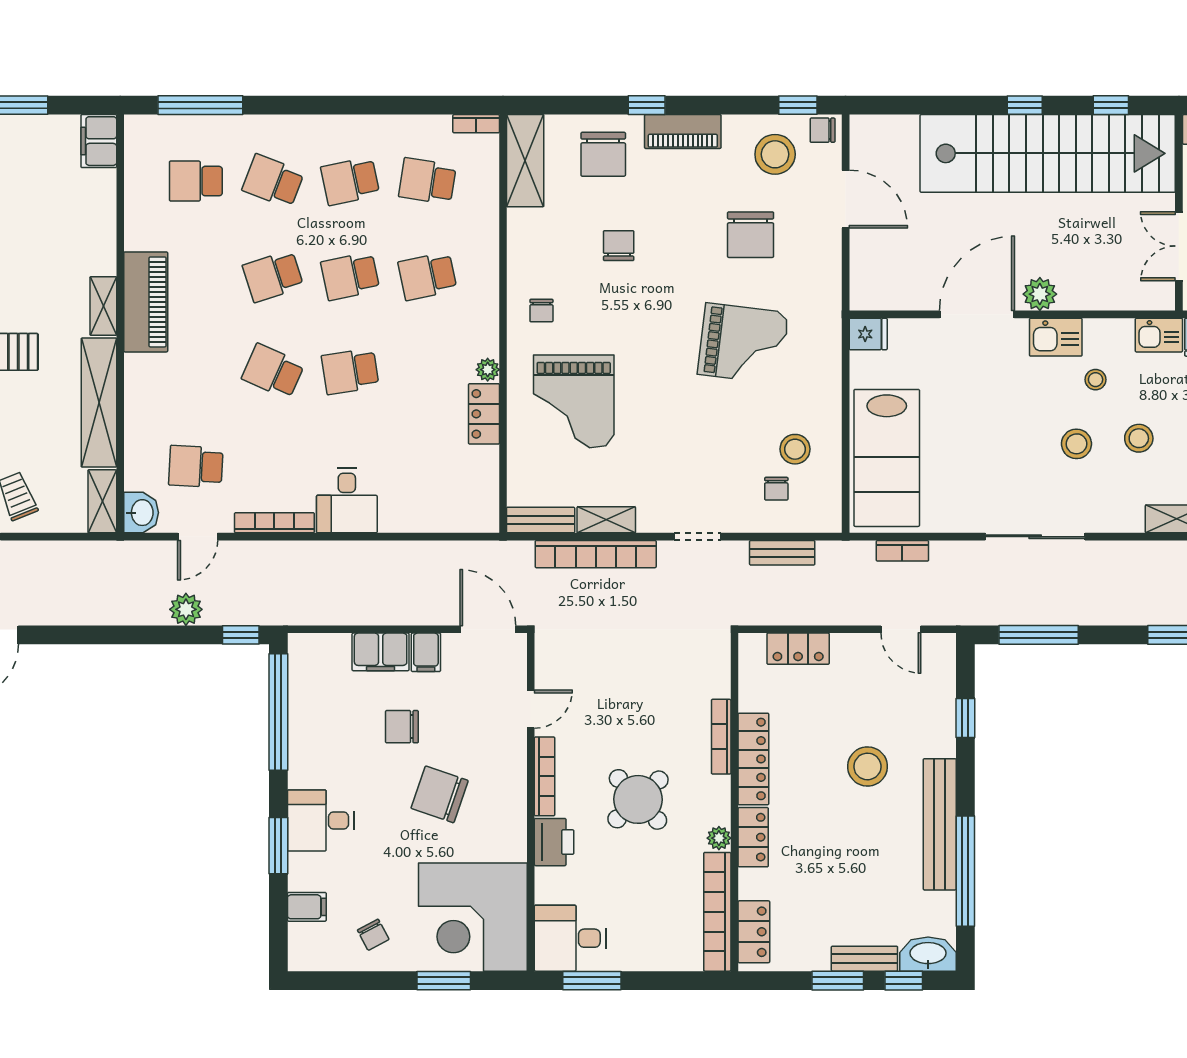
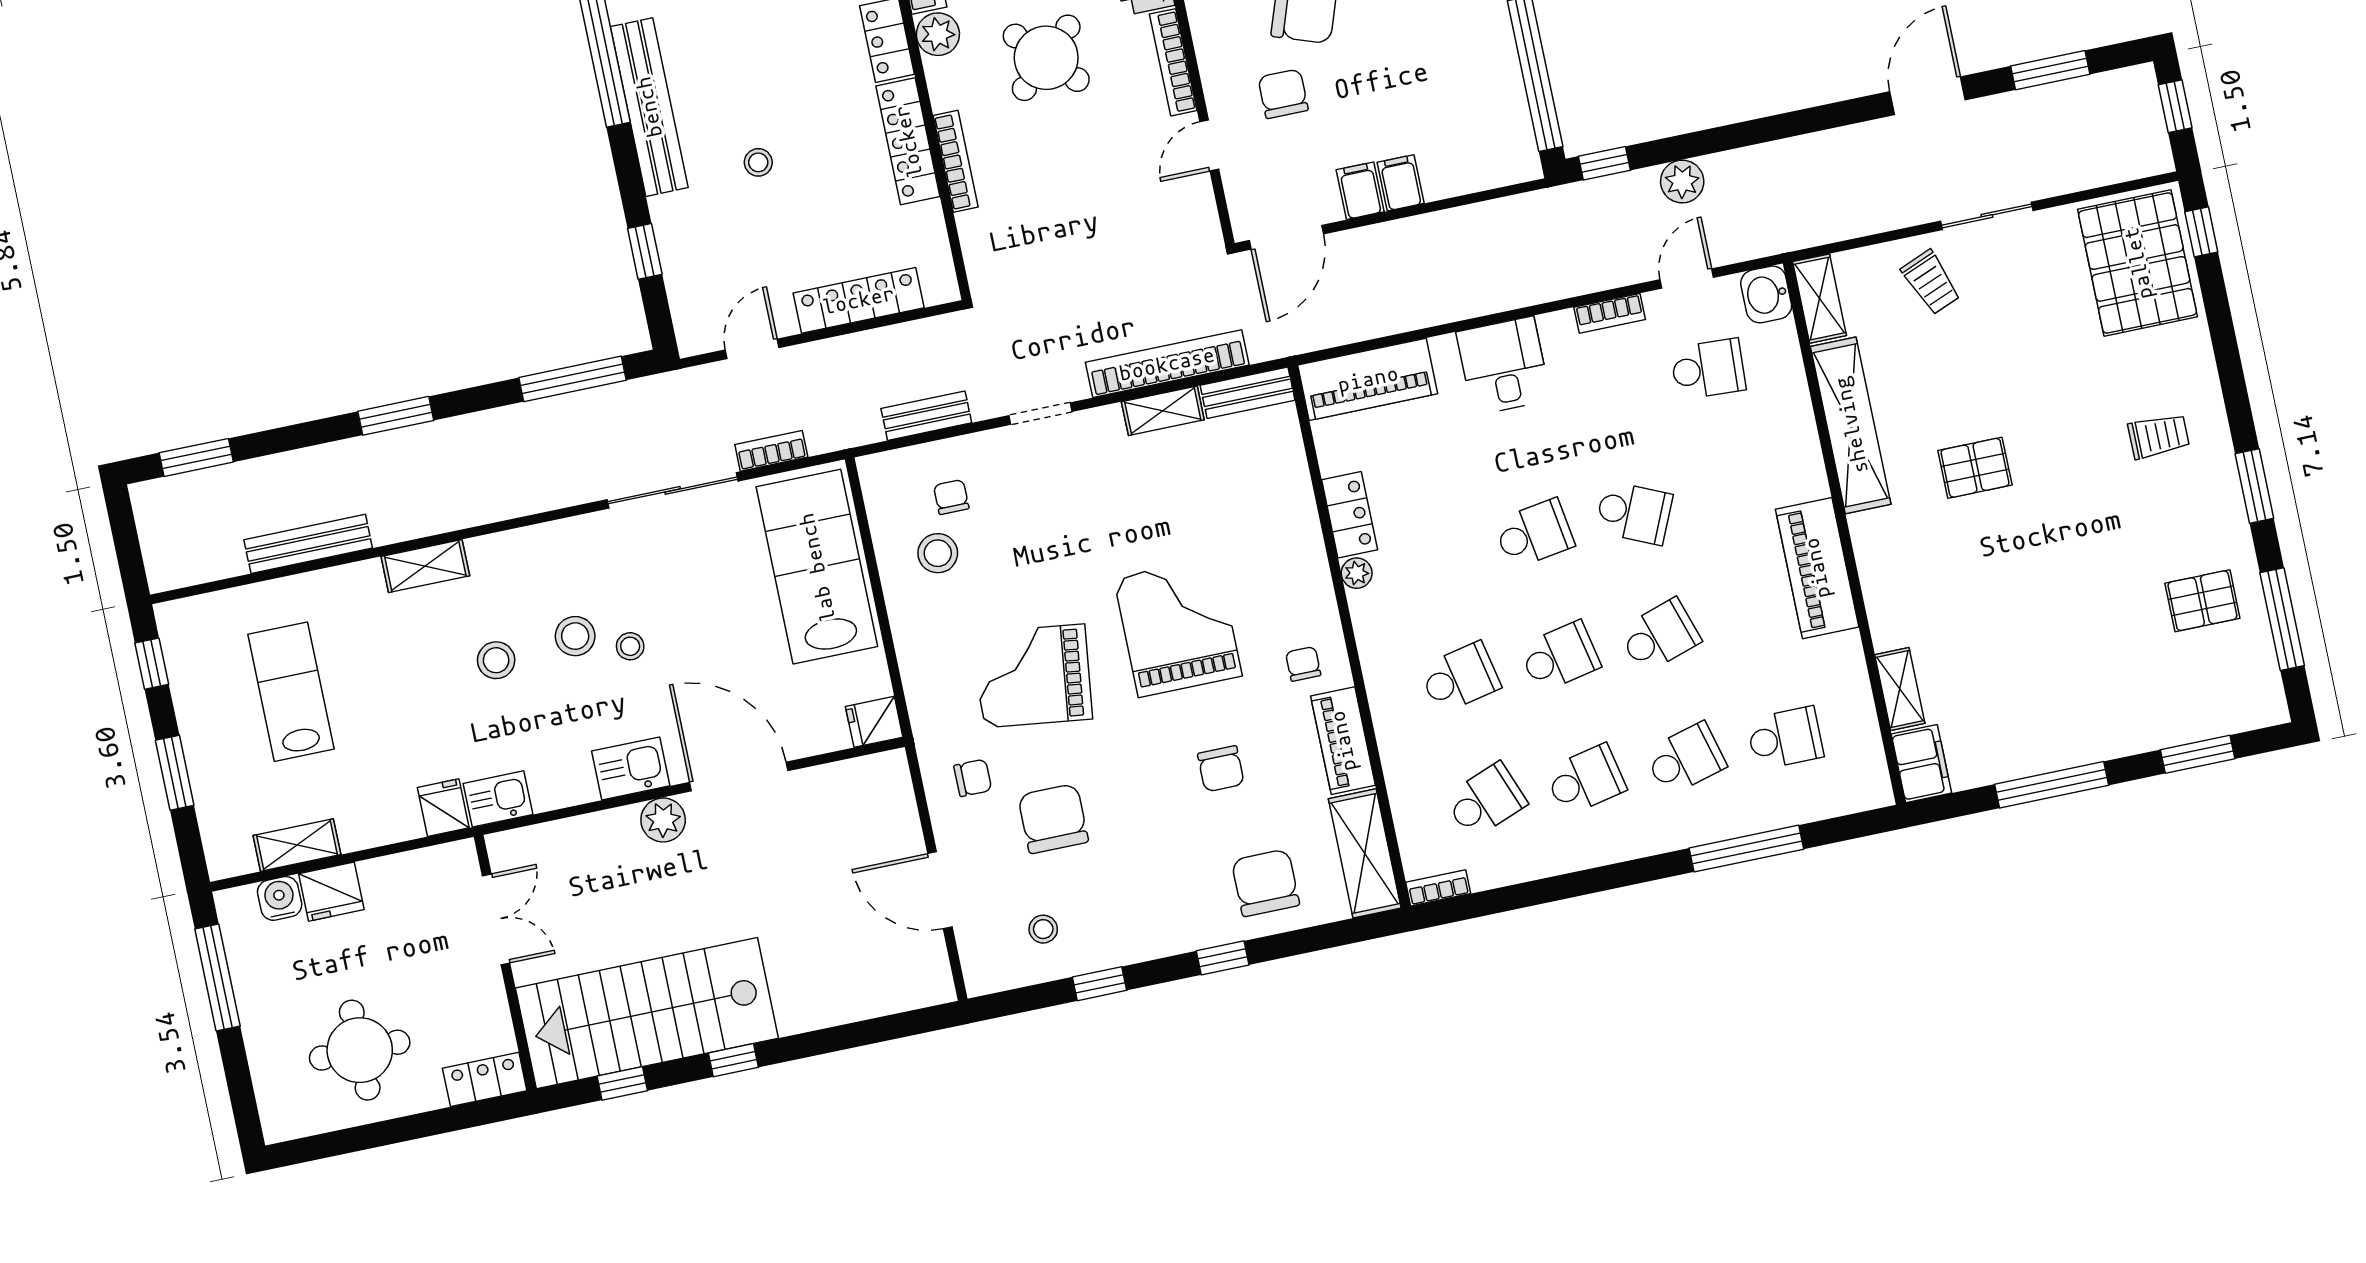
window: (200, 105) -> (1746, 849), moved
window: (798, 105) -> (1099, 984), moved
chair: (823, 130) -> (973, 778), moved
piano: (683, 132) -> (1343, 741), moved, turned -90
stairs: (1048, 153) -> (647, 1013), width x0.73
stool: (775, 154) -> (1043, 929), width x0.53, depth x0.53
school desk: (273, 181) -> (1685, 759), turned -36
school desk: (427, 181) -> (1486, 801), turned -30
shelving: (103, 306) -> (1900, 689), moved
door: (977, 314) -> (739, 777), swing flipped
stool: (1096, 380) -> (630, 646), moved
grand piano: (574, 401) -> (1178, 627), moved
piano: (450, 511) -> (1368, 379), added
bookcase: (274, 523) -> (1610, 313), width x0.64
sliding door: (1035, 537) -> (673, 490), moved
door: (488, 629) -> (1286, 237), hinge flipped
door: (901, 629) -> (752, 349), hinge flipped
locker: (798, 649) -> (859, 300), width x1.53
filing cabinet: (381, 652) -> (1401, 183), width x0.50
chair: (402, 727) -> (1283, 94), moved, turned -90
stool: (867, 766) -> (758, 162), width x0.53, depth x0.53
plant: (719, 838) -> (938, 34), width x1.38, depth x1.38

